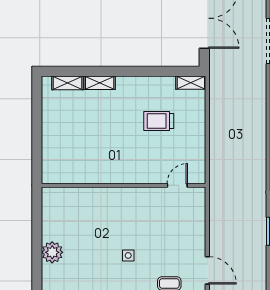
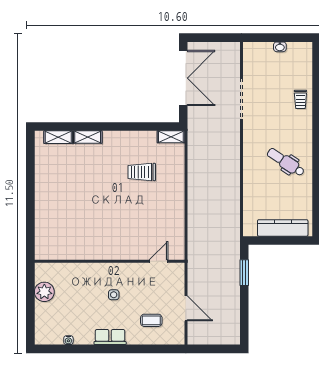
wall: (124, 185) -> (110, 261), moved
door: (177, 185) -> (159, 261), moved

